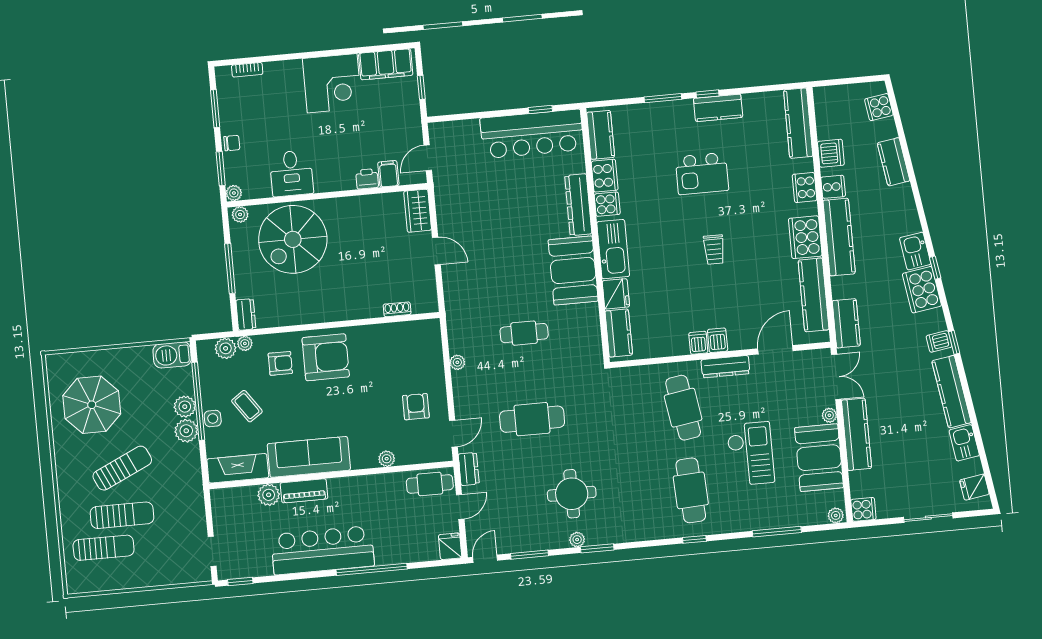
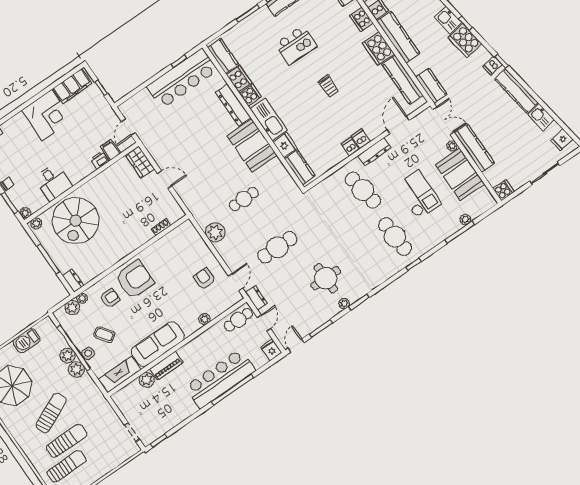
barbecue: (172, 355) -> (26, 341), moved
plant: (457, 362) -> (215, 232), width x1.88, depth x1.88
plant: (836, 515) -> (465, 219), moved
bar counter: (323, 550) -> (220, 379), moved

